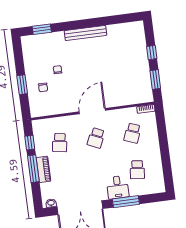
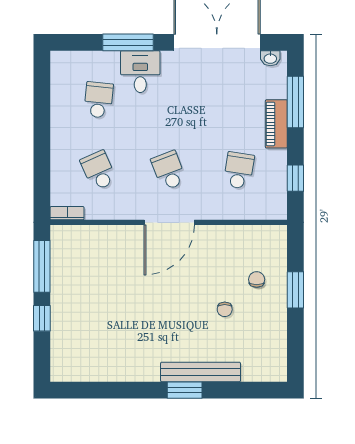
window: (42, 29) -> (185, 390), moved
bench: (85, 33) -> (201, 372), moved
window: (155, 79) -> (42, 266), width x1.44
school desk: (132, 133) -> (99, 170), turned -45
school desk: (96, 138) -> (169, 170), turned -45
window: (33, 169) -> (295, 102), moved

